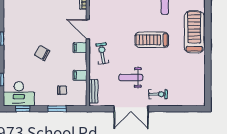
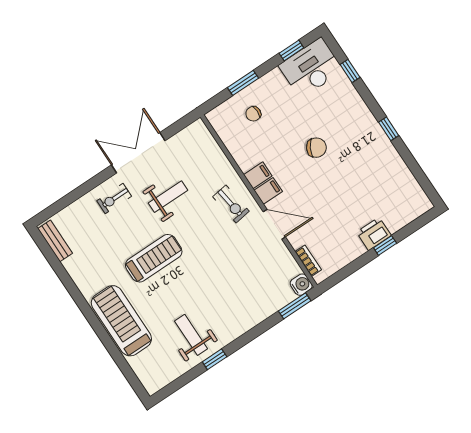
treadmill: (194, 32) -> (121, 321), turned 180
treadmill: (152, 40) -> (154, 258), moved
filing cabinet: (80, 75) -> (258, 175), moved
bench: (93, 91) -> (55, 241), moved

